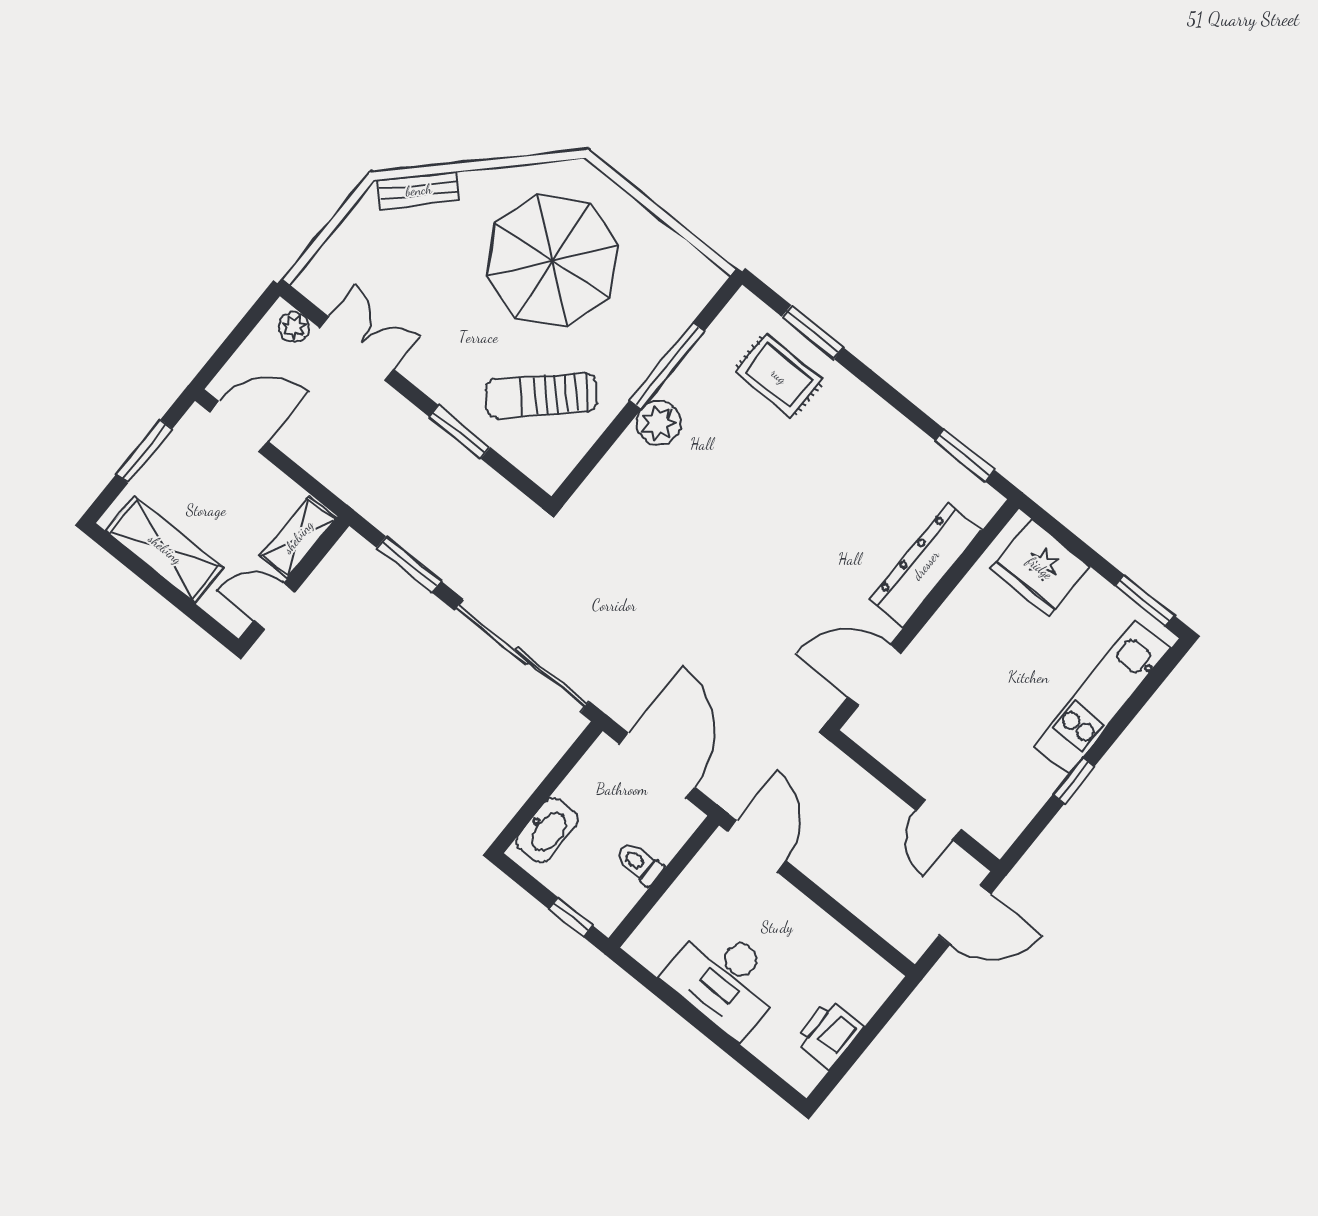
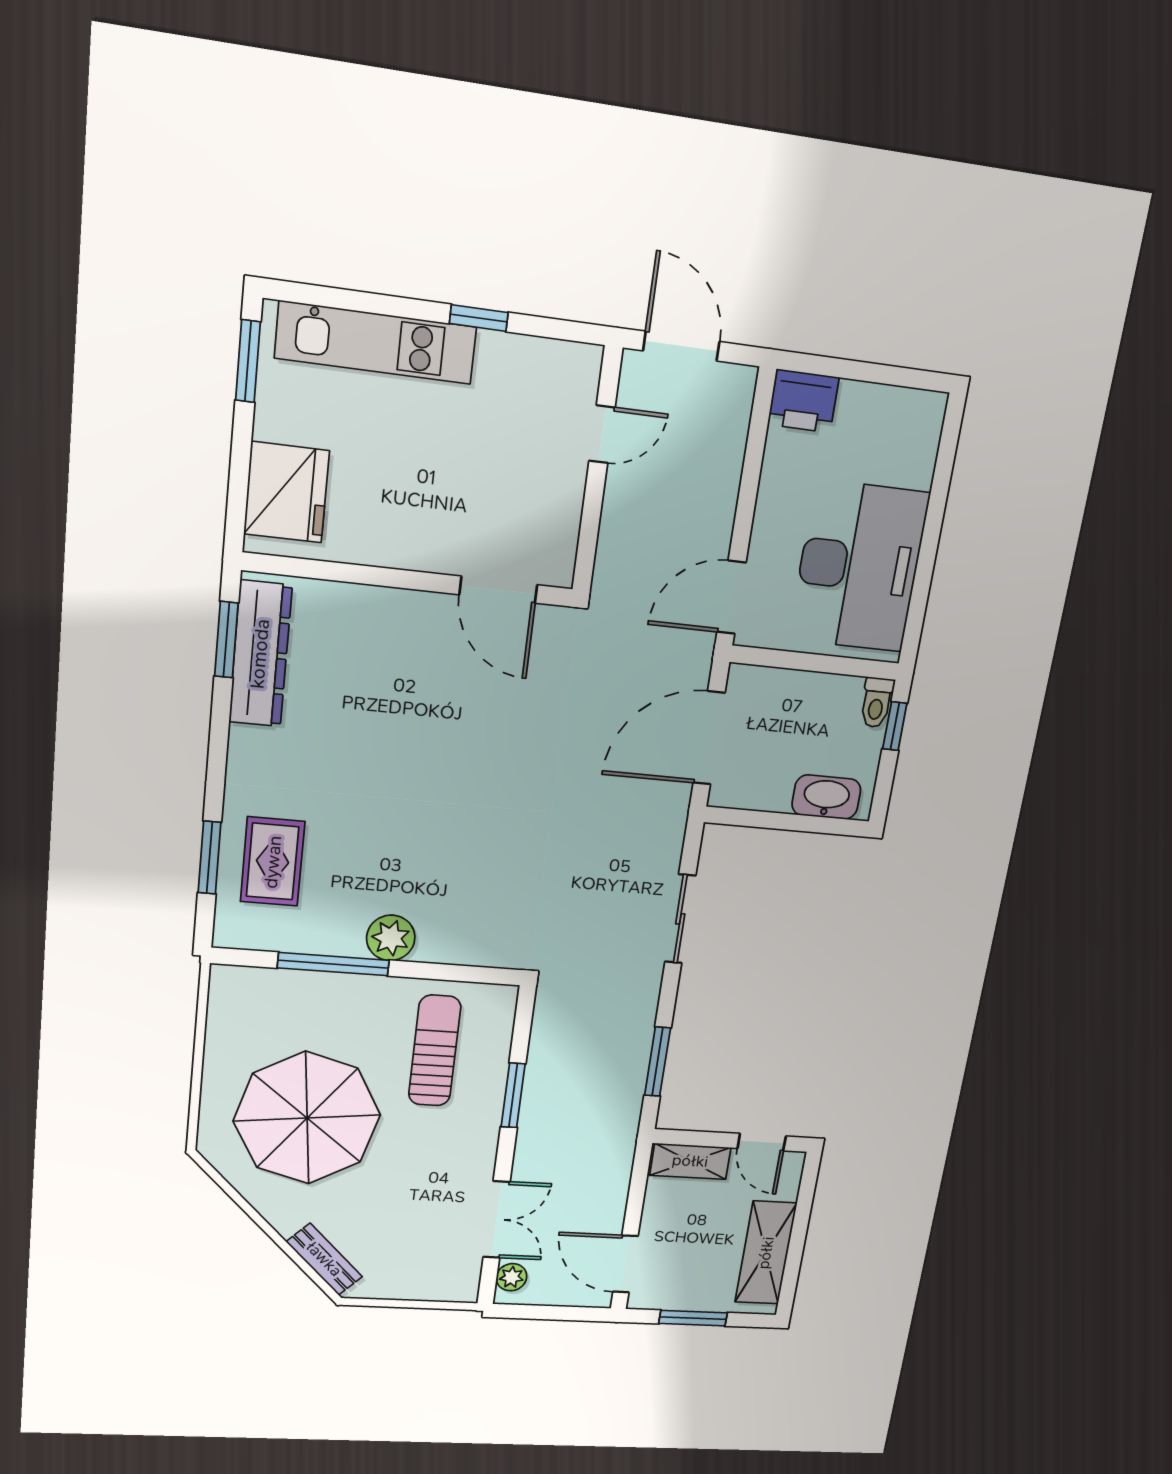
double door: (357, 349) -> (496, 1220), swing flipped
sun lounger: (541, 395) -> (435, 1051), turned -137
dresser: (926, 565) -> (260, 654), moved, turned -90
sliding door: (522, 656) -> (680, 919), width x0.54
toilet: (640, 863) -> (877, 702), moved
desk: (725, 979) -> (859, 566), width x1.36, depth x1.30
printer: (829, 1034) -> (803, 401), moved

